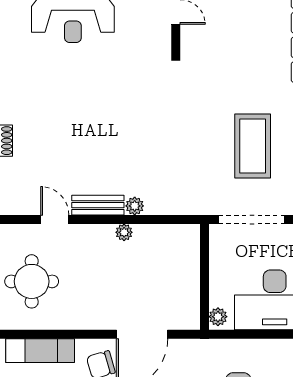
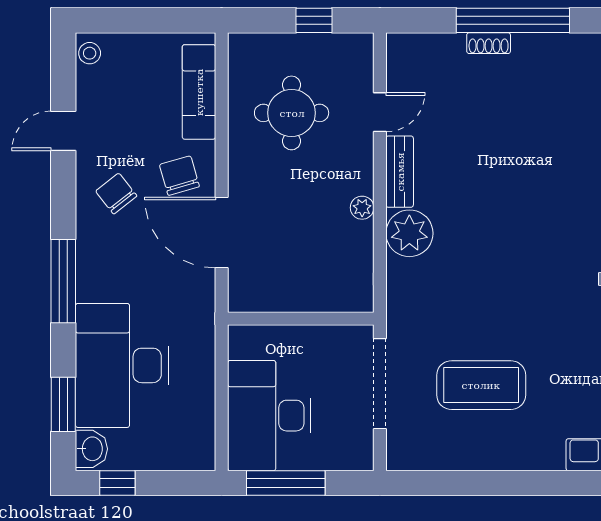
plant: (135, 206) -> (409, 233), width x1.88, depth x1.88
round table: (32, 281) -> (292, 113), moved
plant: (218, 317) -> (246, 337), removed

